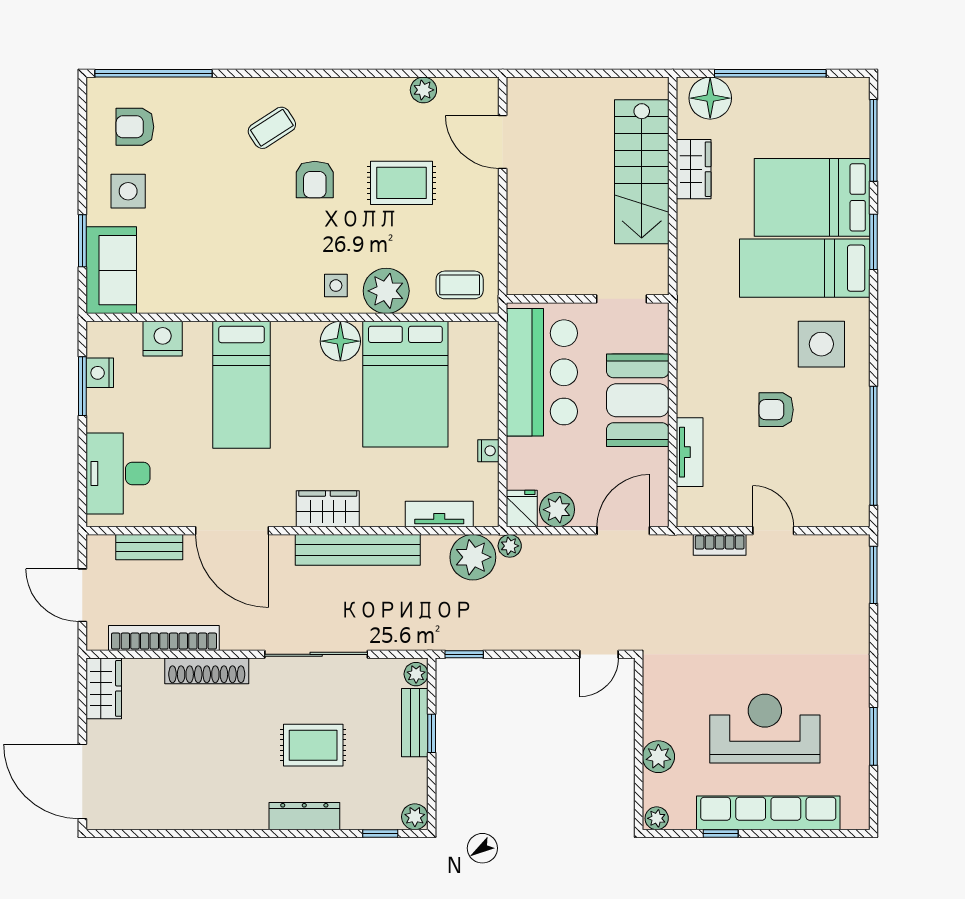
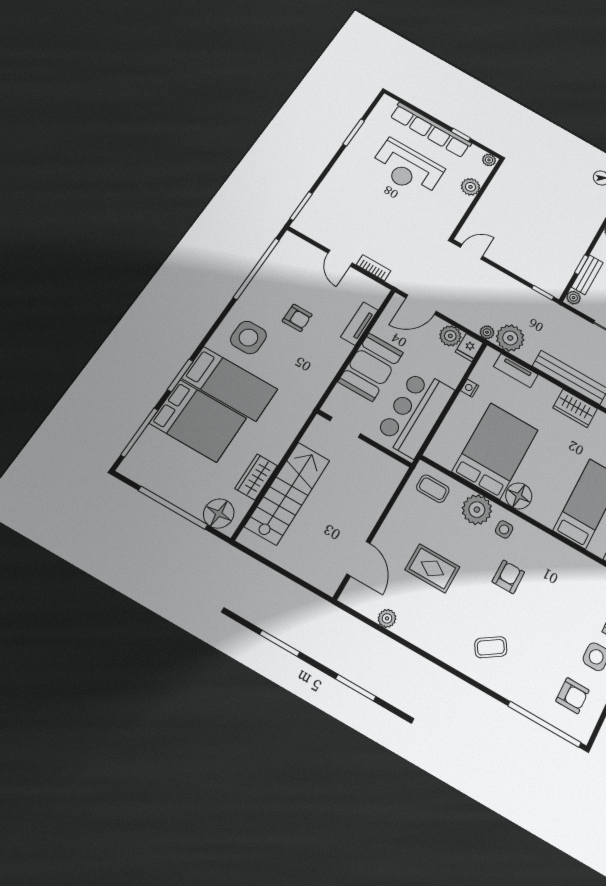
armchair: (315, 180) -> (508, 577), moved

